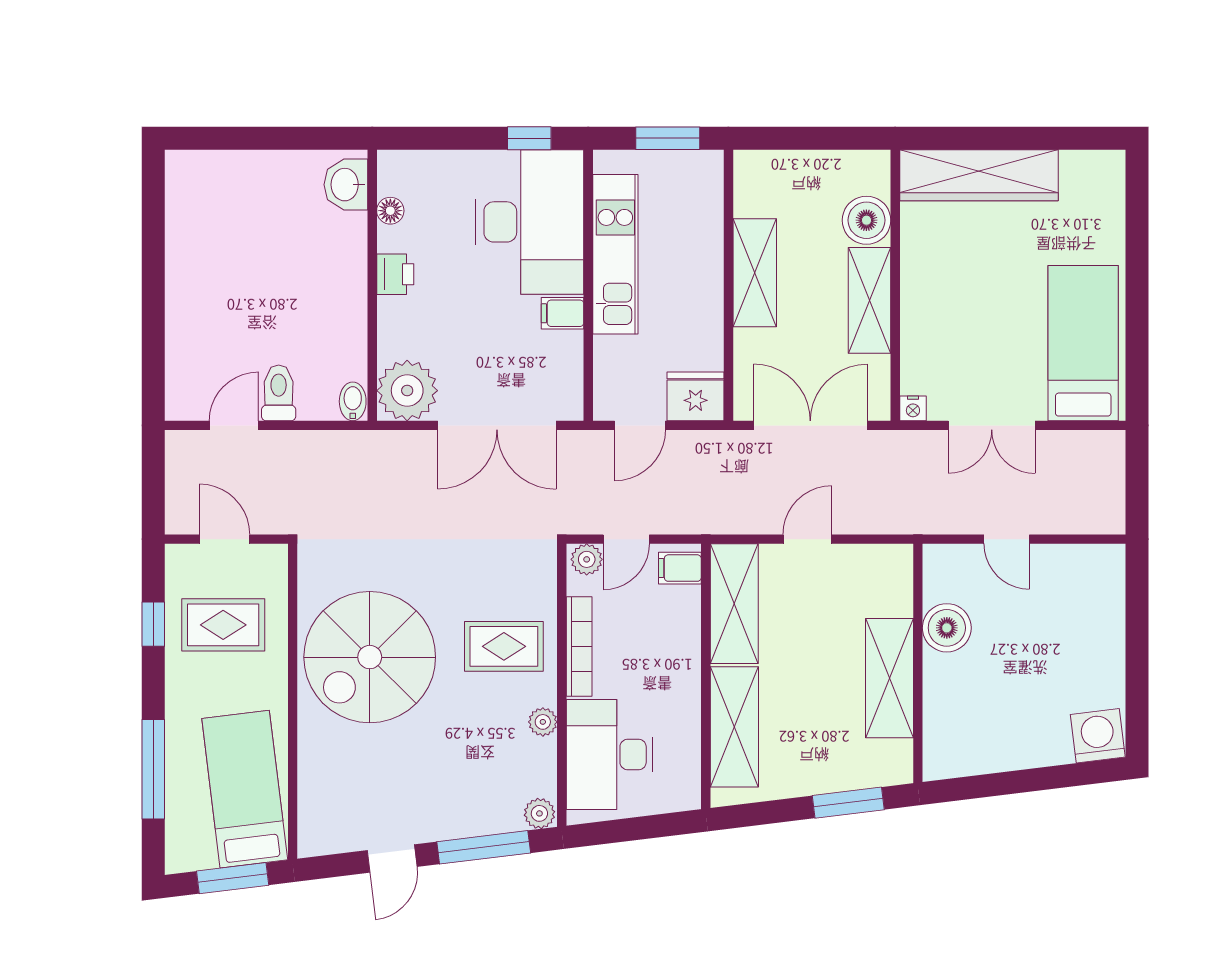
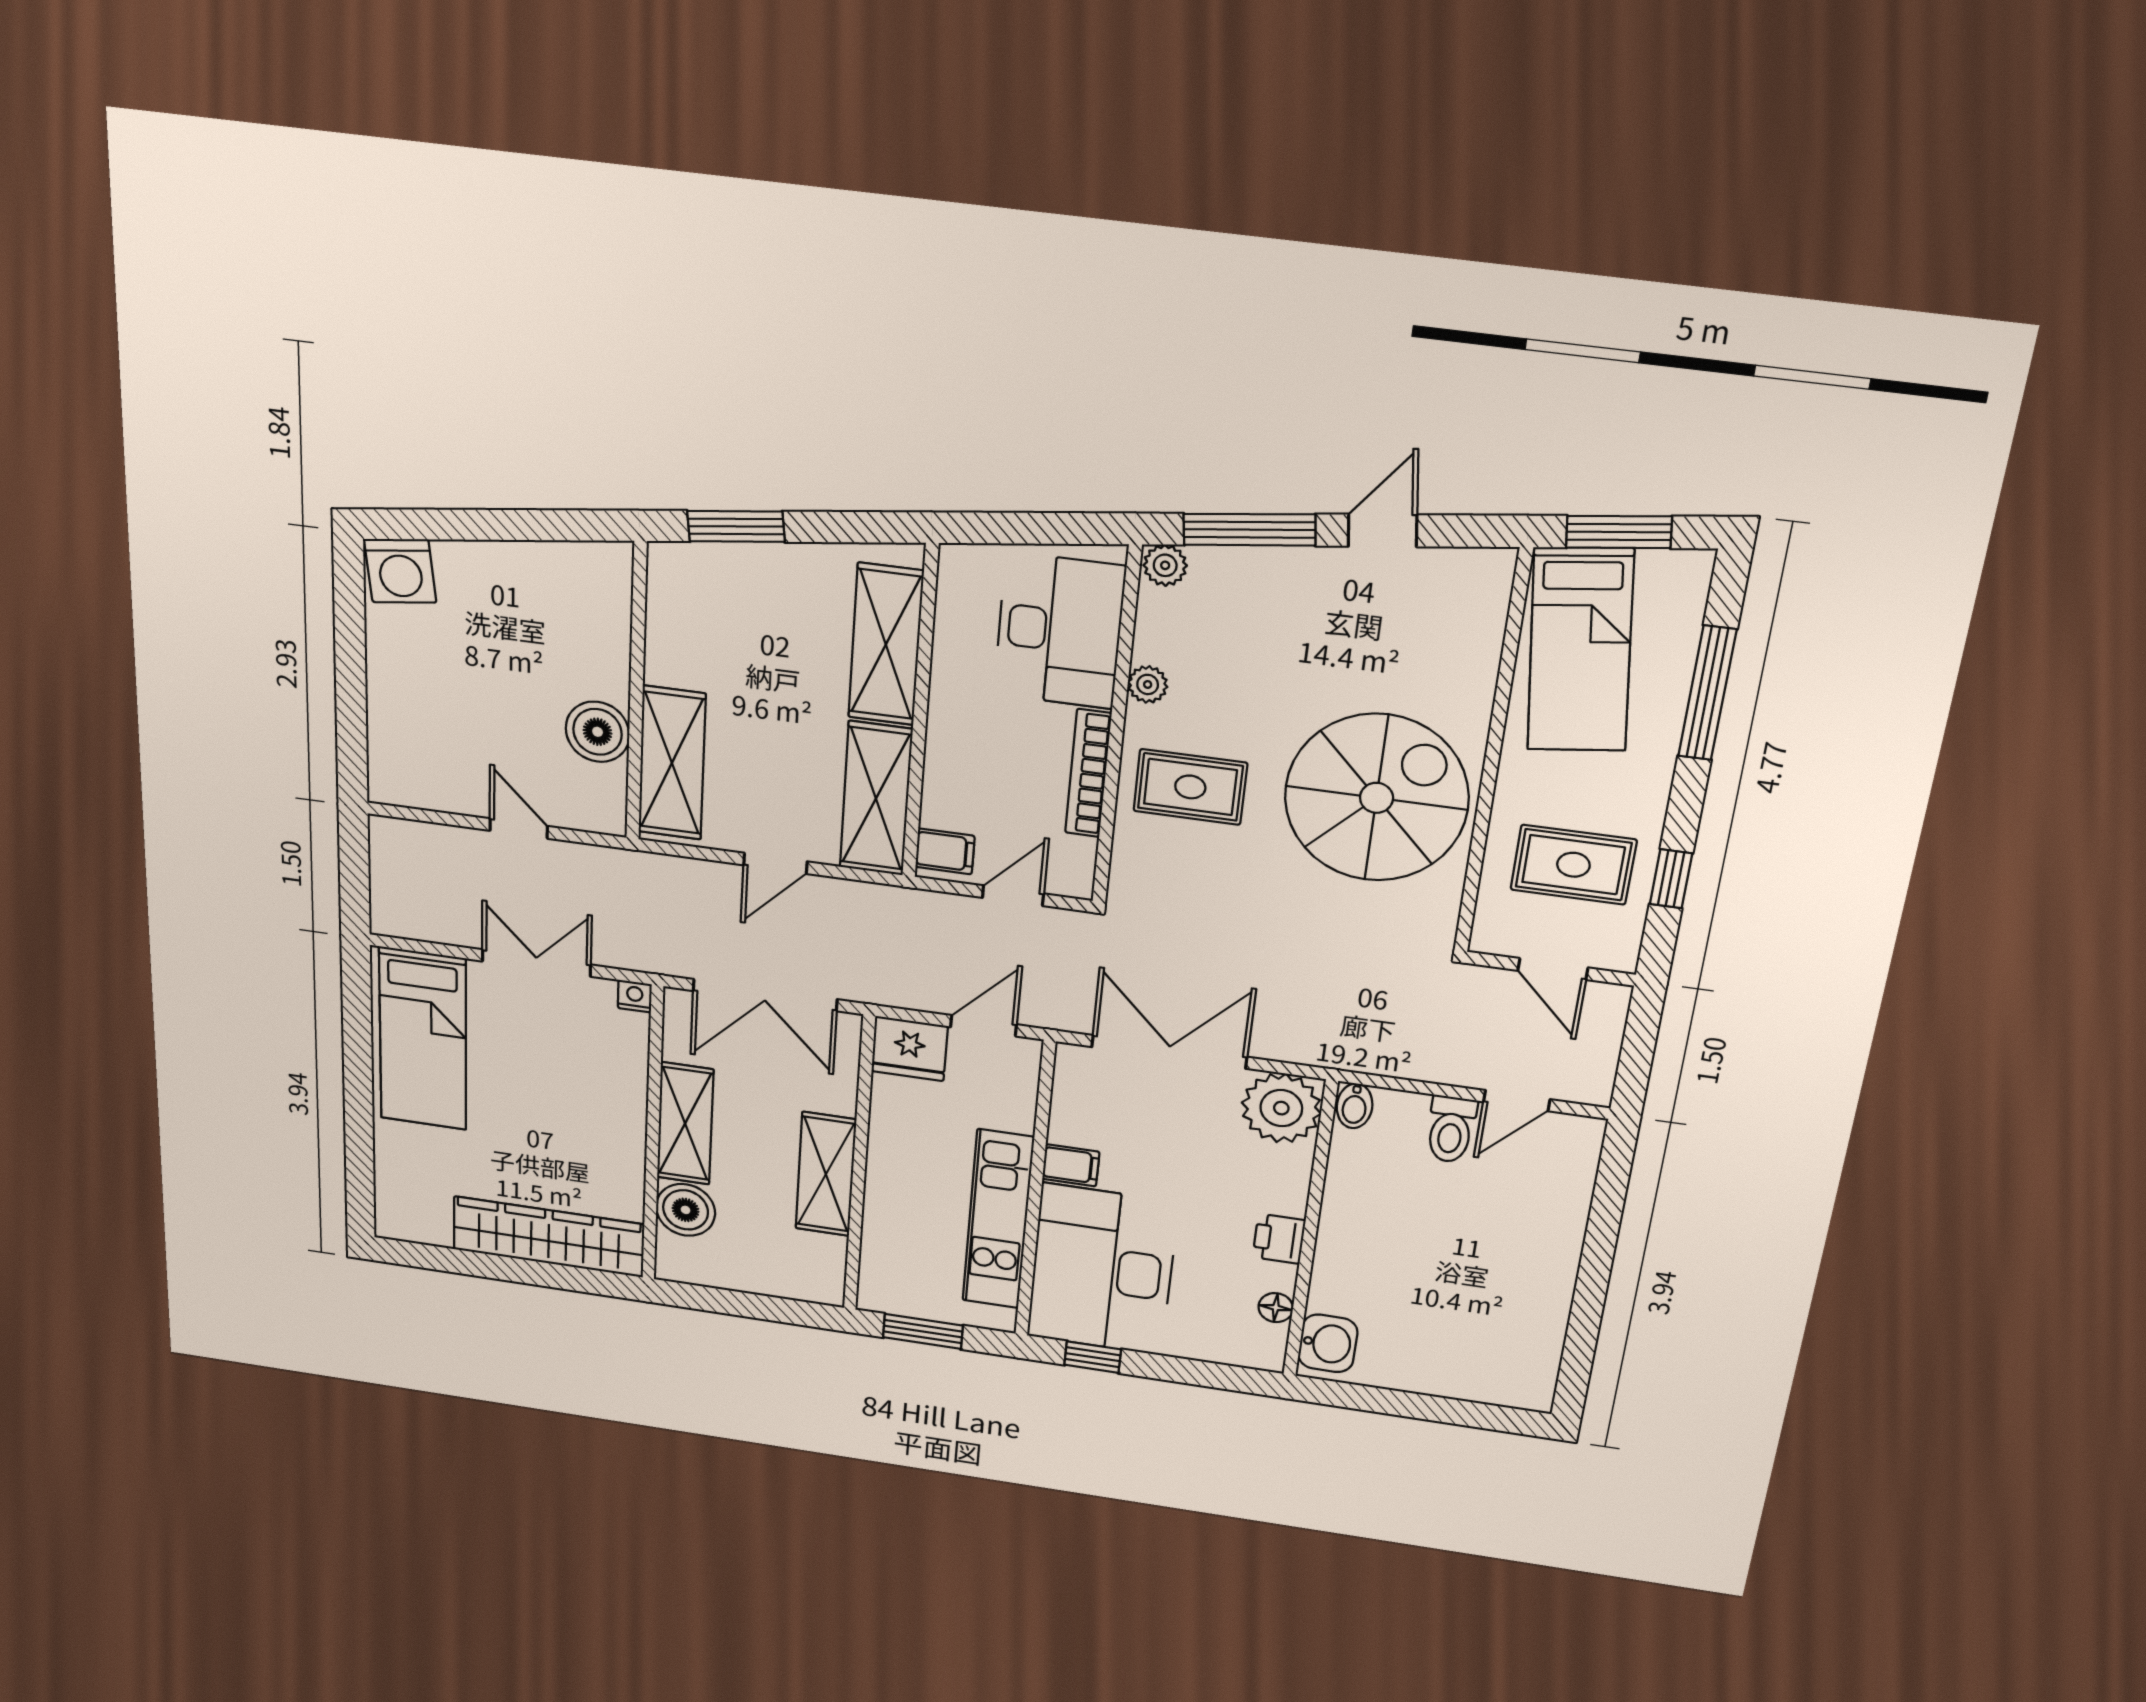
plant: (587, 559) -> (1068, 878), removed
shelving: (889, 678) -> (672, 763), moved

